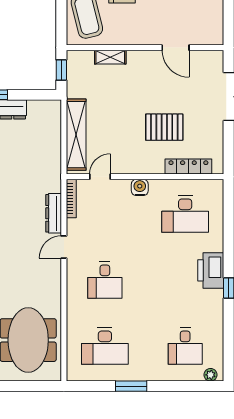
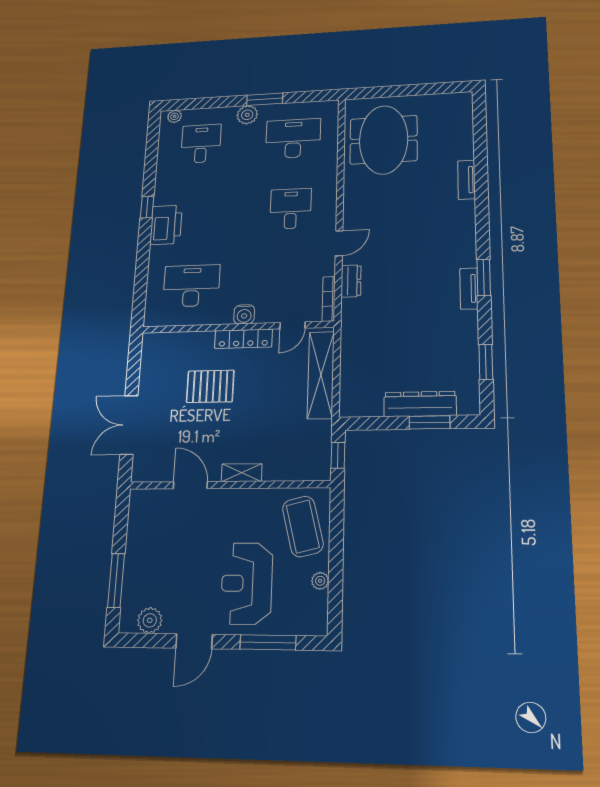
shelving: (110, 57) -> (242, 473), moved
locker: (188, 167) -> (243, 339), moved
dresser: (54, 213) -> (351, 281), width x0.70
plant: (146, 372) -> (247, 115), added

